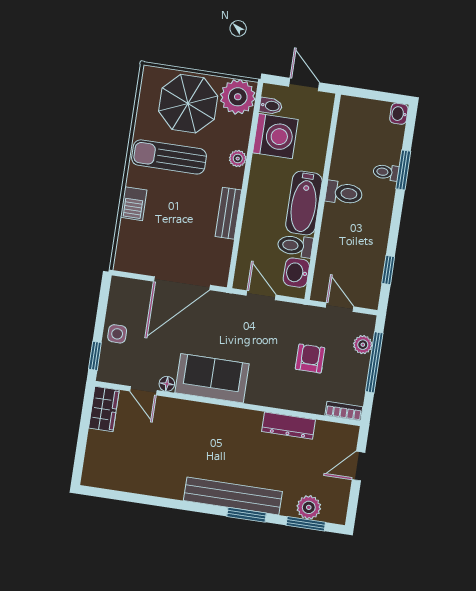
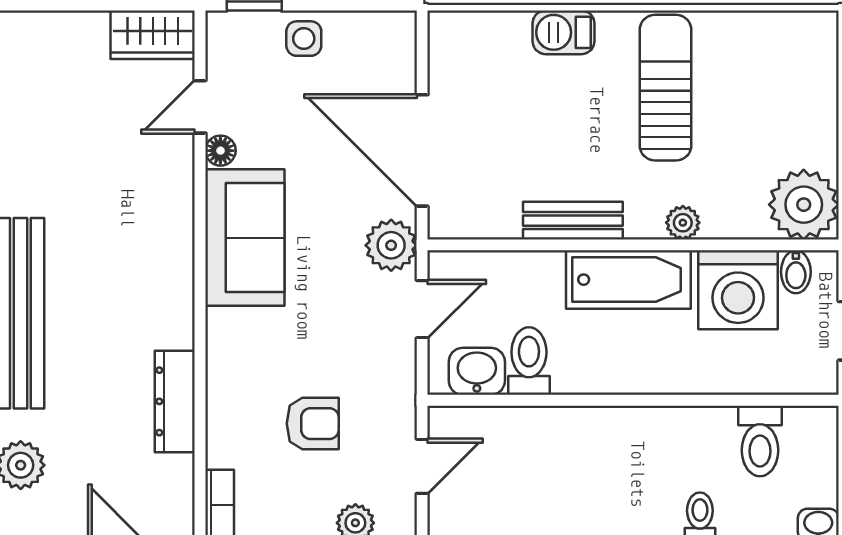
parasol: (188, 104) -> (776, 109), removed
toilet: (344, 193) -> (760, 441), moved
bathtub: (304, 203) -> (628, 280), moved, turned 180
plant: (227, 306) -> (391, 245), added

